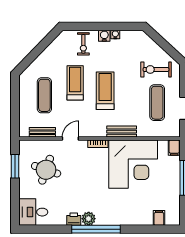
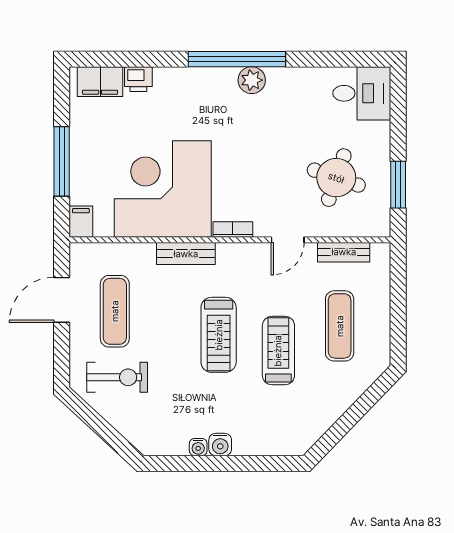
exercise bike: (83, 44) -> (262, 428), removed
treadmill: (75, 83) -> (278, 351), turned 180
filing cabinet: (159, 218) -> (100, 82), width x2.00
printer: (74, 219) -> (138, 79), moved

